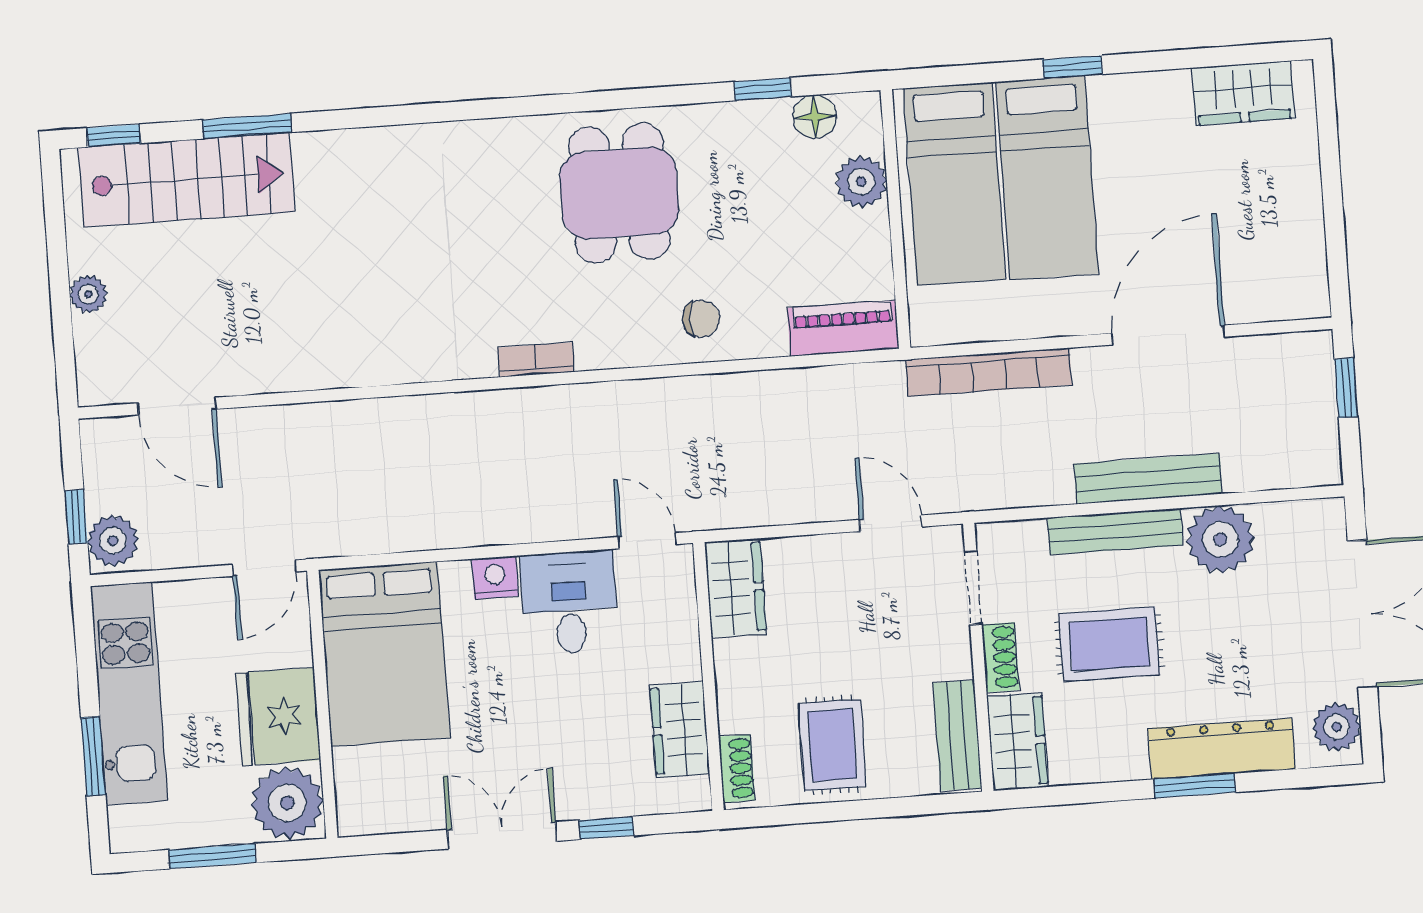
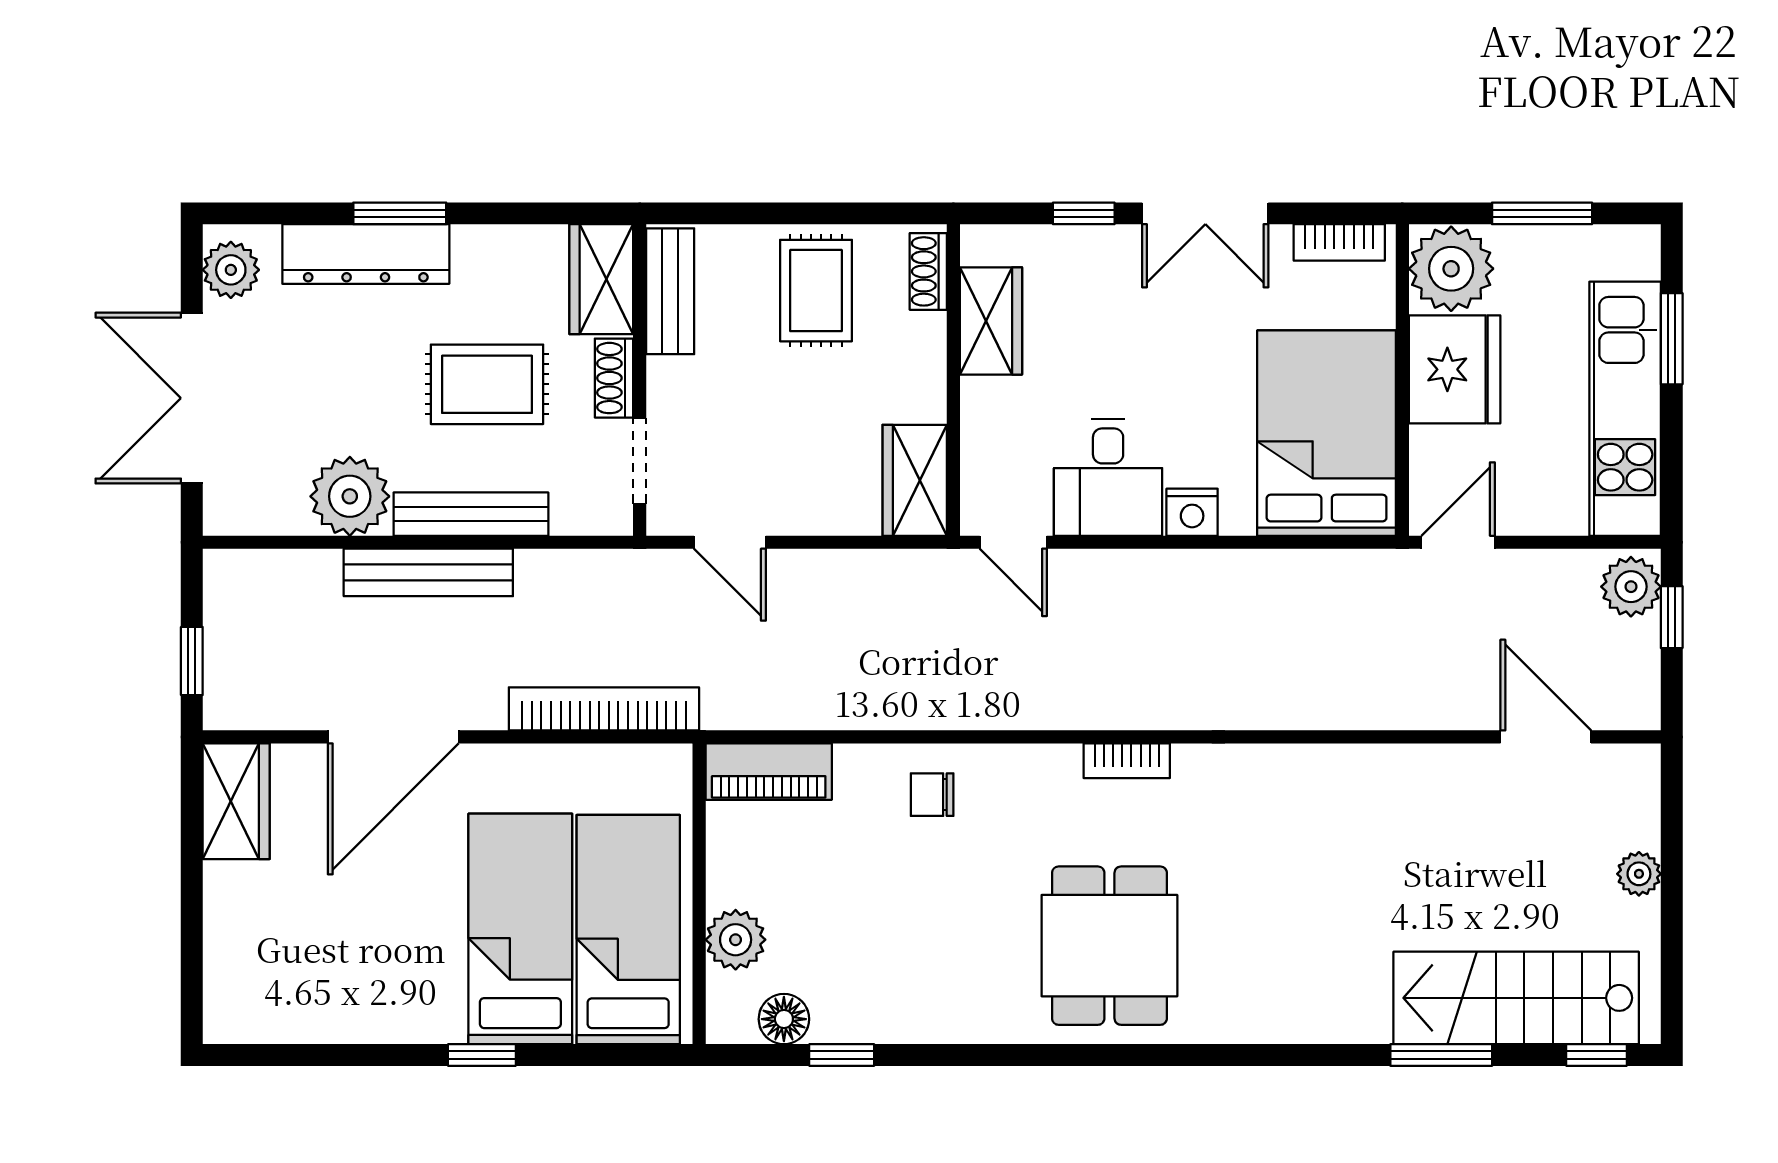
wardrobe: (1243, 93) -> (236, 801), moved, turned 90
dining table: (619, 193) -> (1109, 946), moved
bookcase: (385, 819) -> (1339, 242), added

